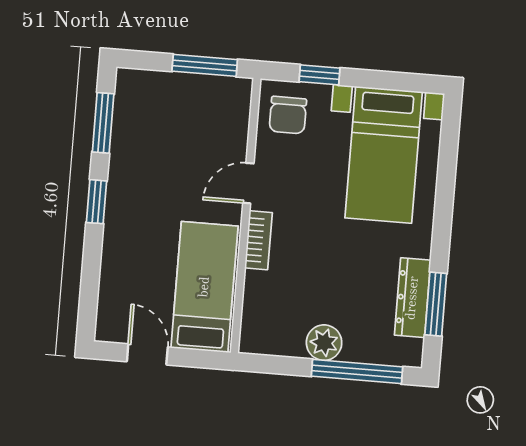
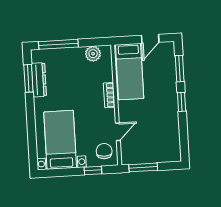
window: (103, 123) -> (180, 69), moved
door: (248, 183) -> (118, 132), moved
plant: (324, 343) -> (93, 54), moved
door: (147, 354) -> (150, 39), hinge flipped

